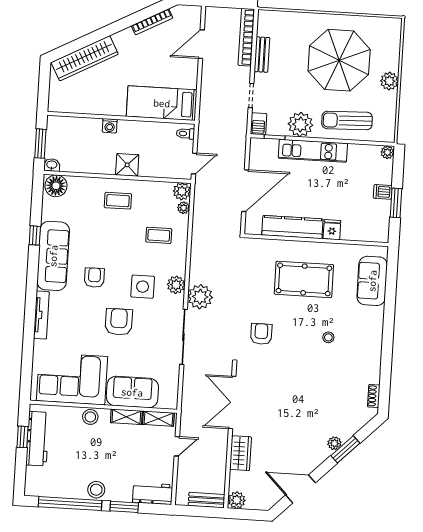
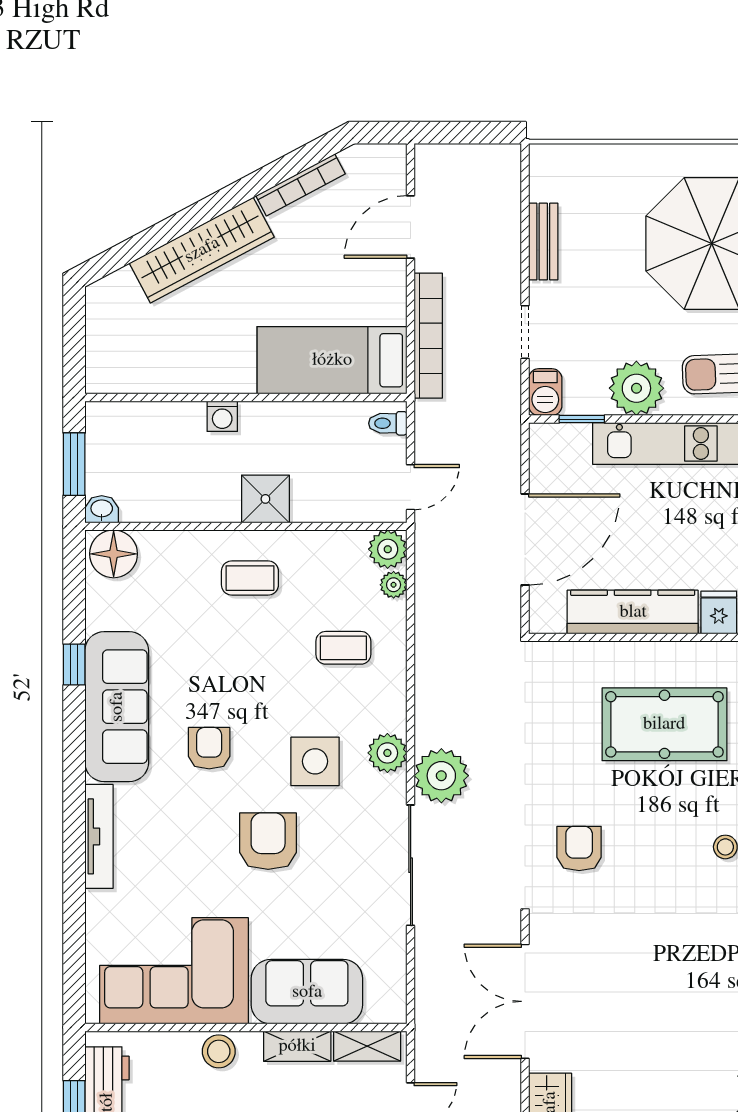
bookcase: (246, 37) -> (428, 336), moved, turned 180
wardrobe: (85, 58) -> (202, 250), moved

